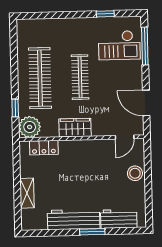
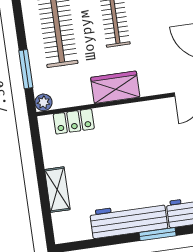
window: (15, 108) -> (26, 69), width x1.50
plant: (30, 127) -> (43, 102), width x0.53, depth x0.53

